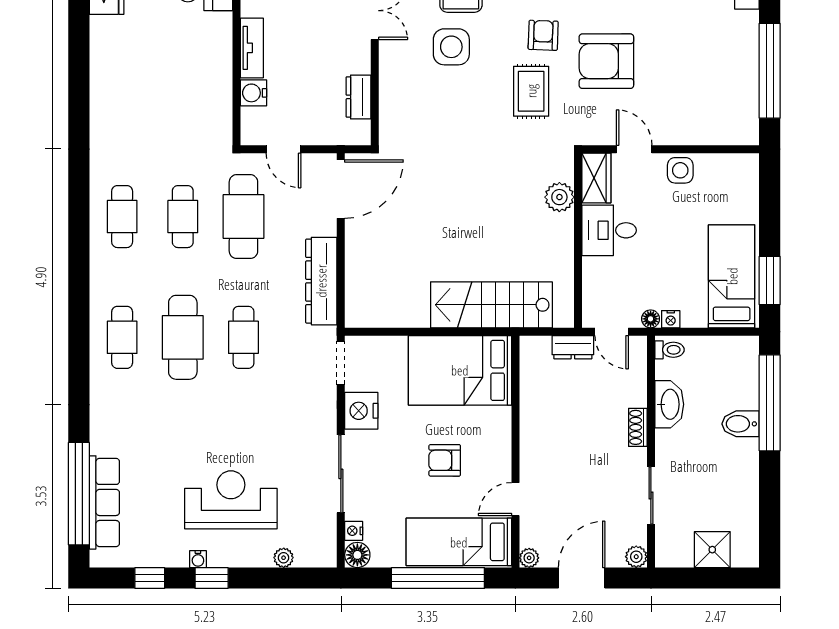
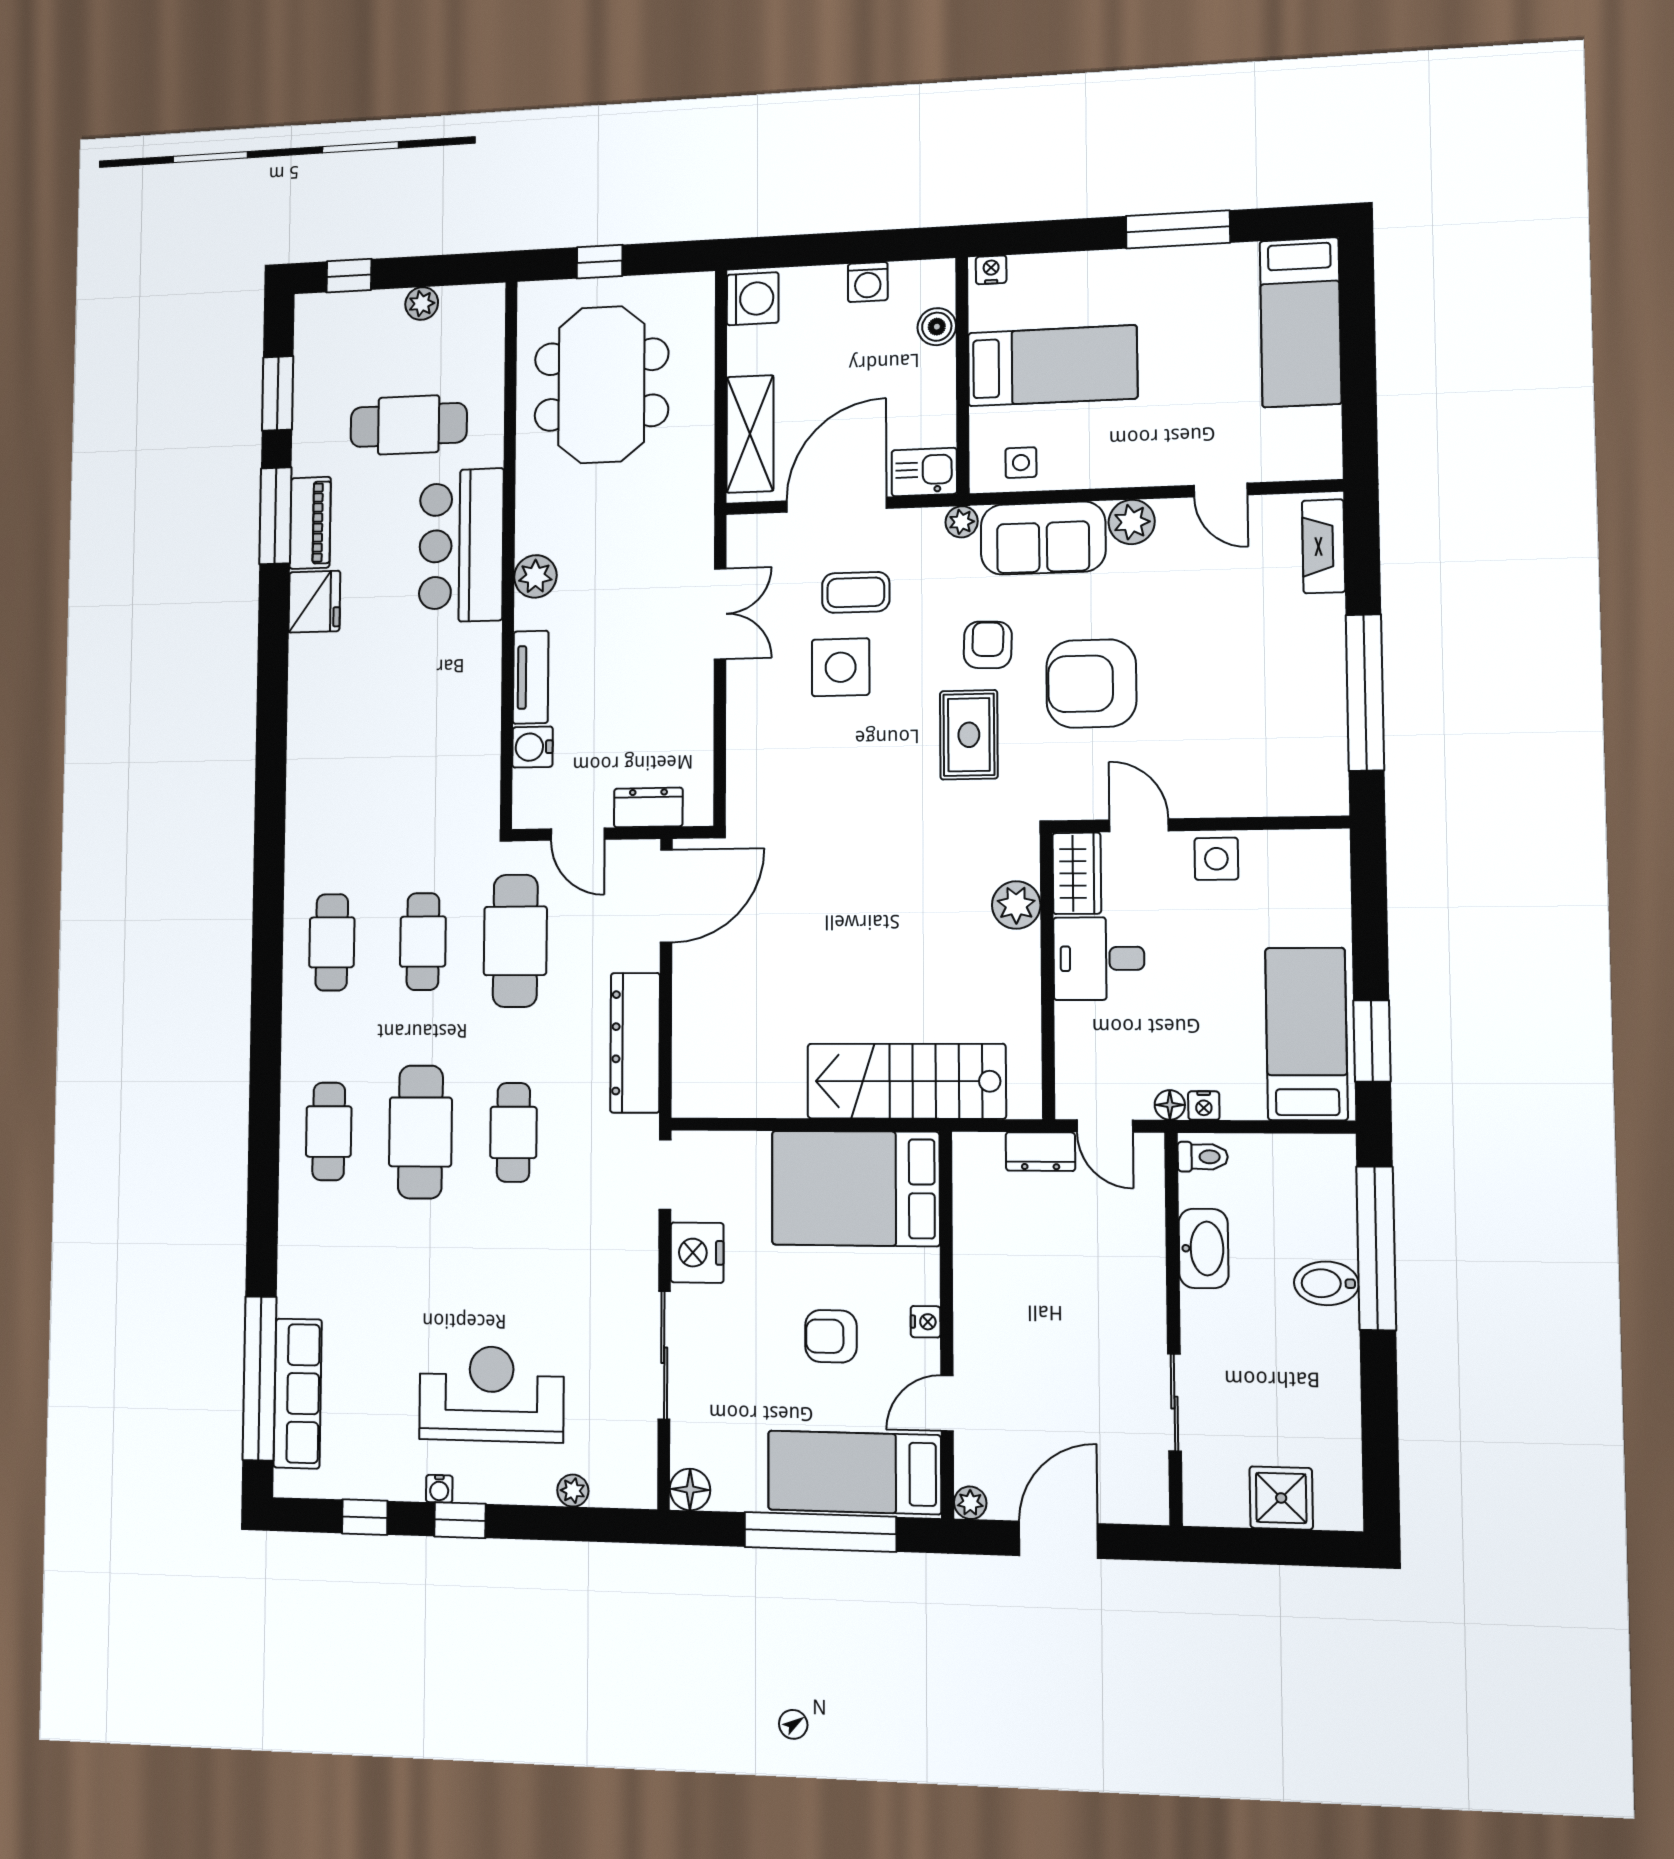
dresser: (358, 97) -> (648, 807), moved, turned 90
shoe rack: (638, 427) -> (1151, 1287), removed
nightstand: (354, 531) -> (926, 1322), moved, turned 180
plant: (636, 557) -> (1151, 1506), removed

